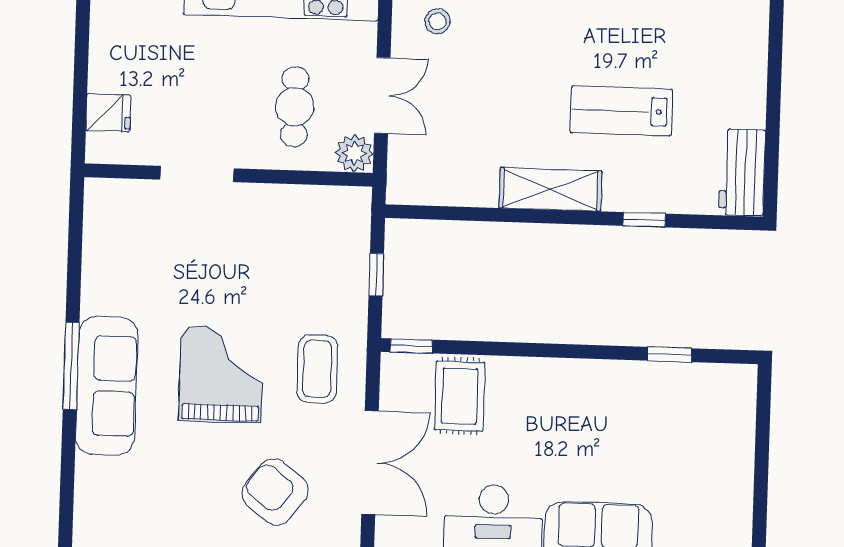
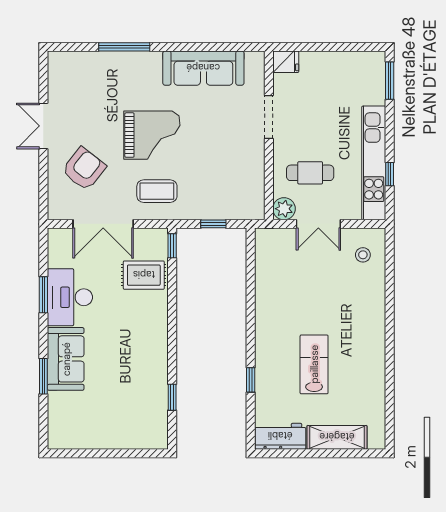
fridge: (108, 113) -> (286, 62), moved, turned -90
shelving: (550, 189) -> (337, 437), moved, turned 90
window: (71, 366) -> (124, 47), moved
sofa: (107, 386) -> (203, 68), moved

